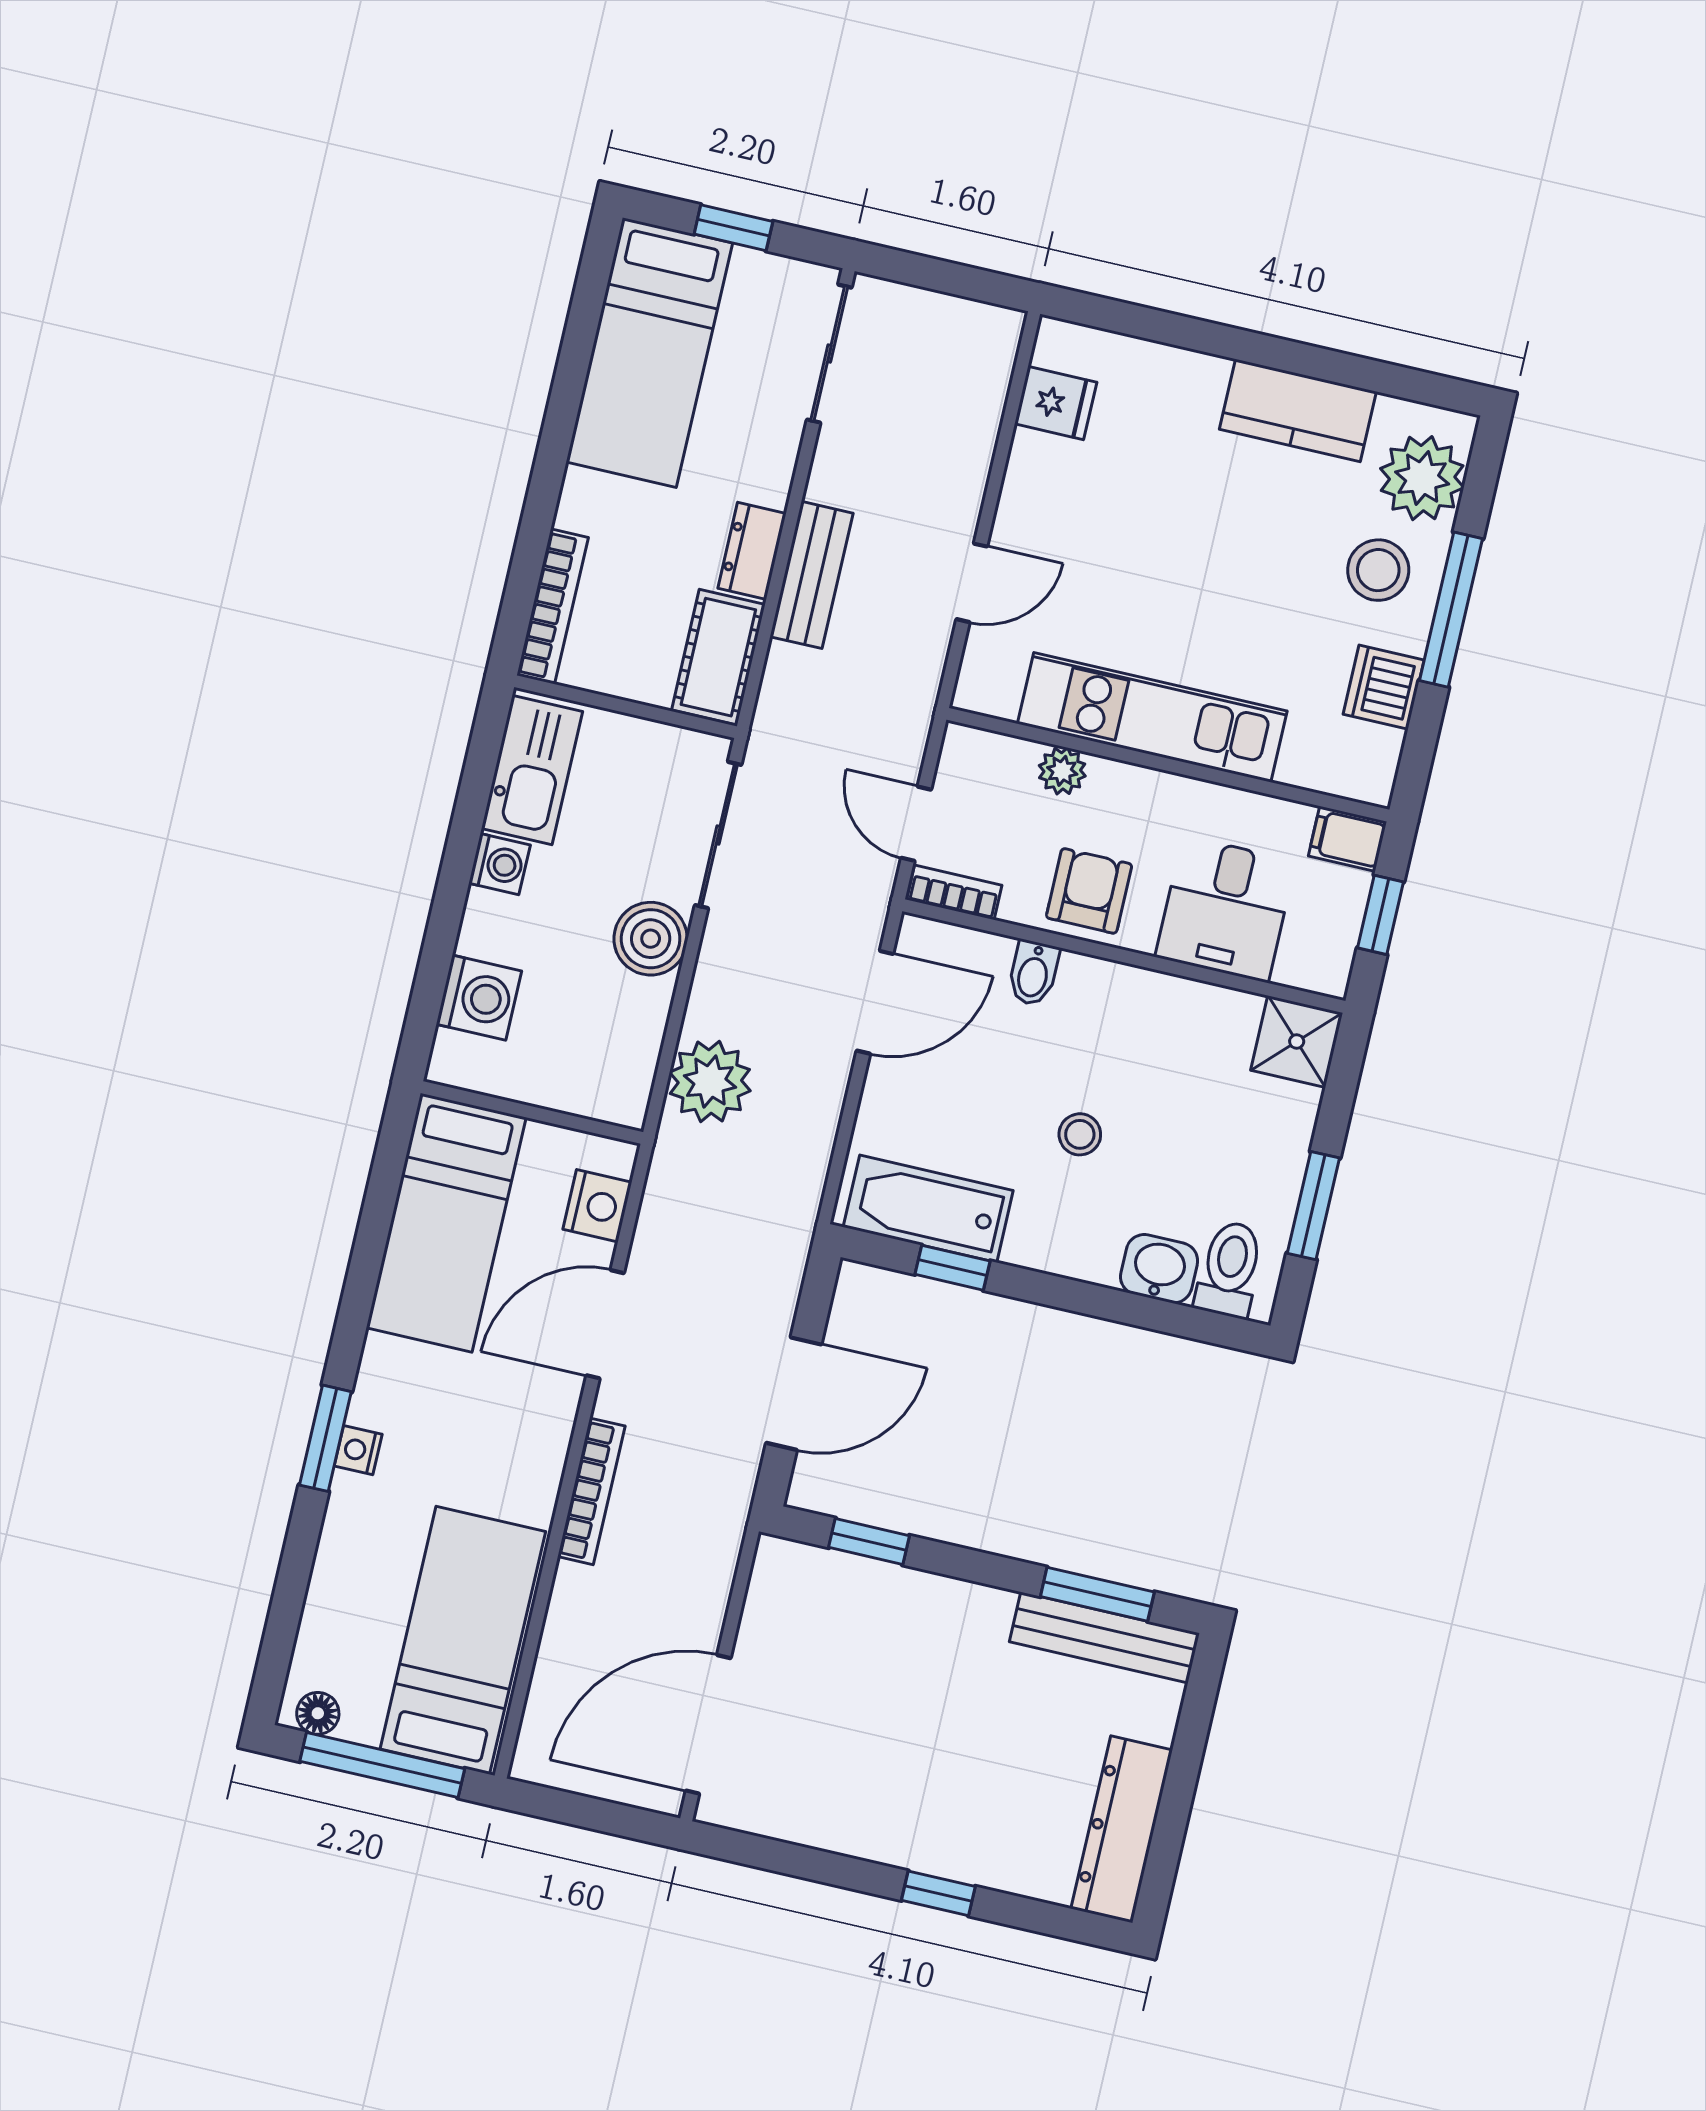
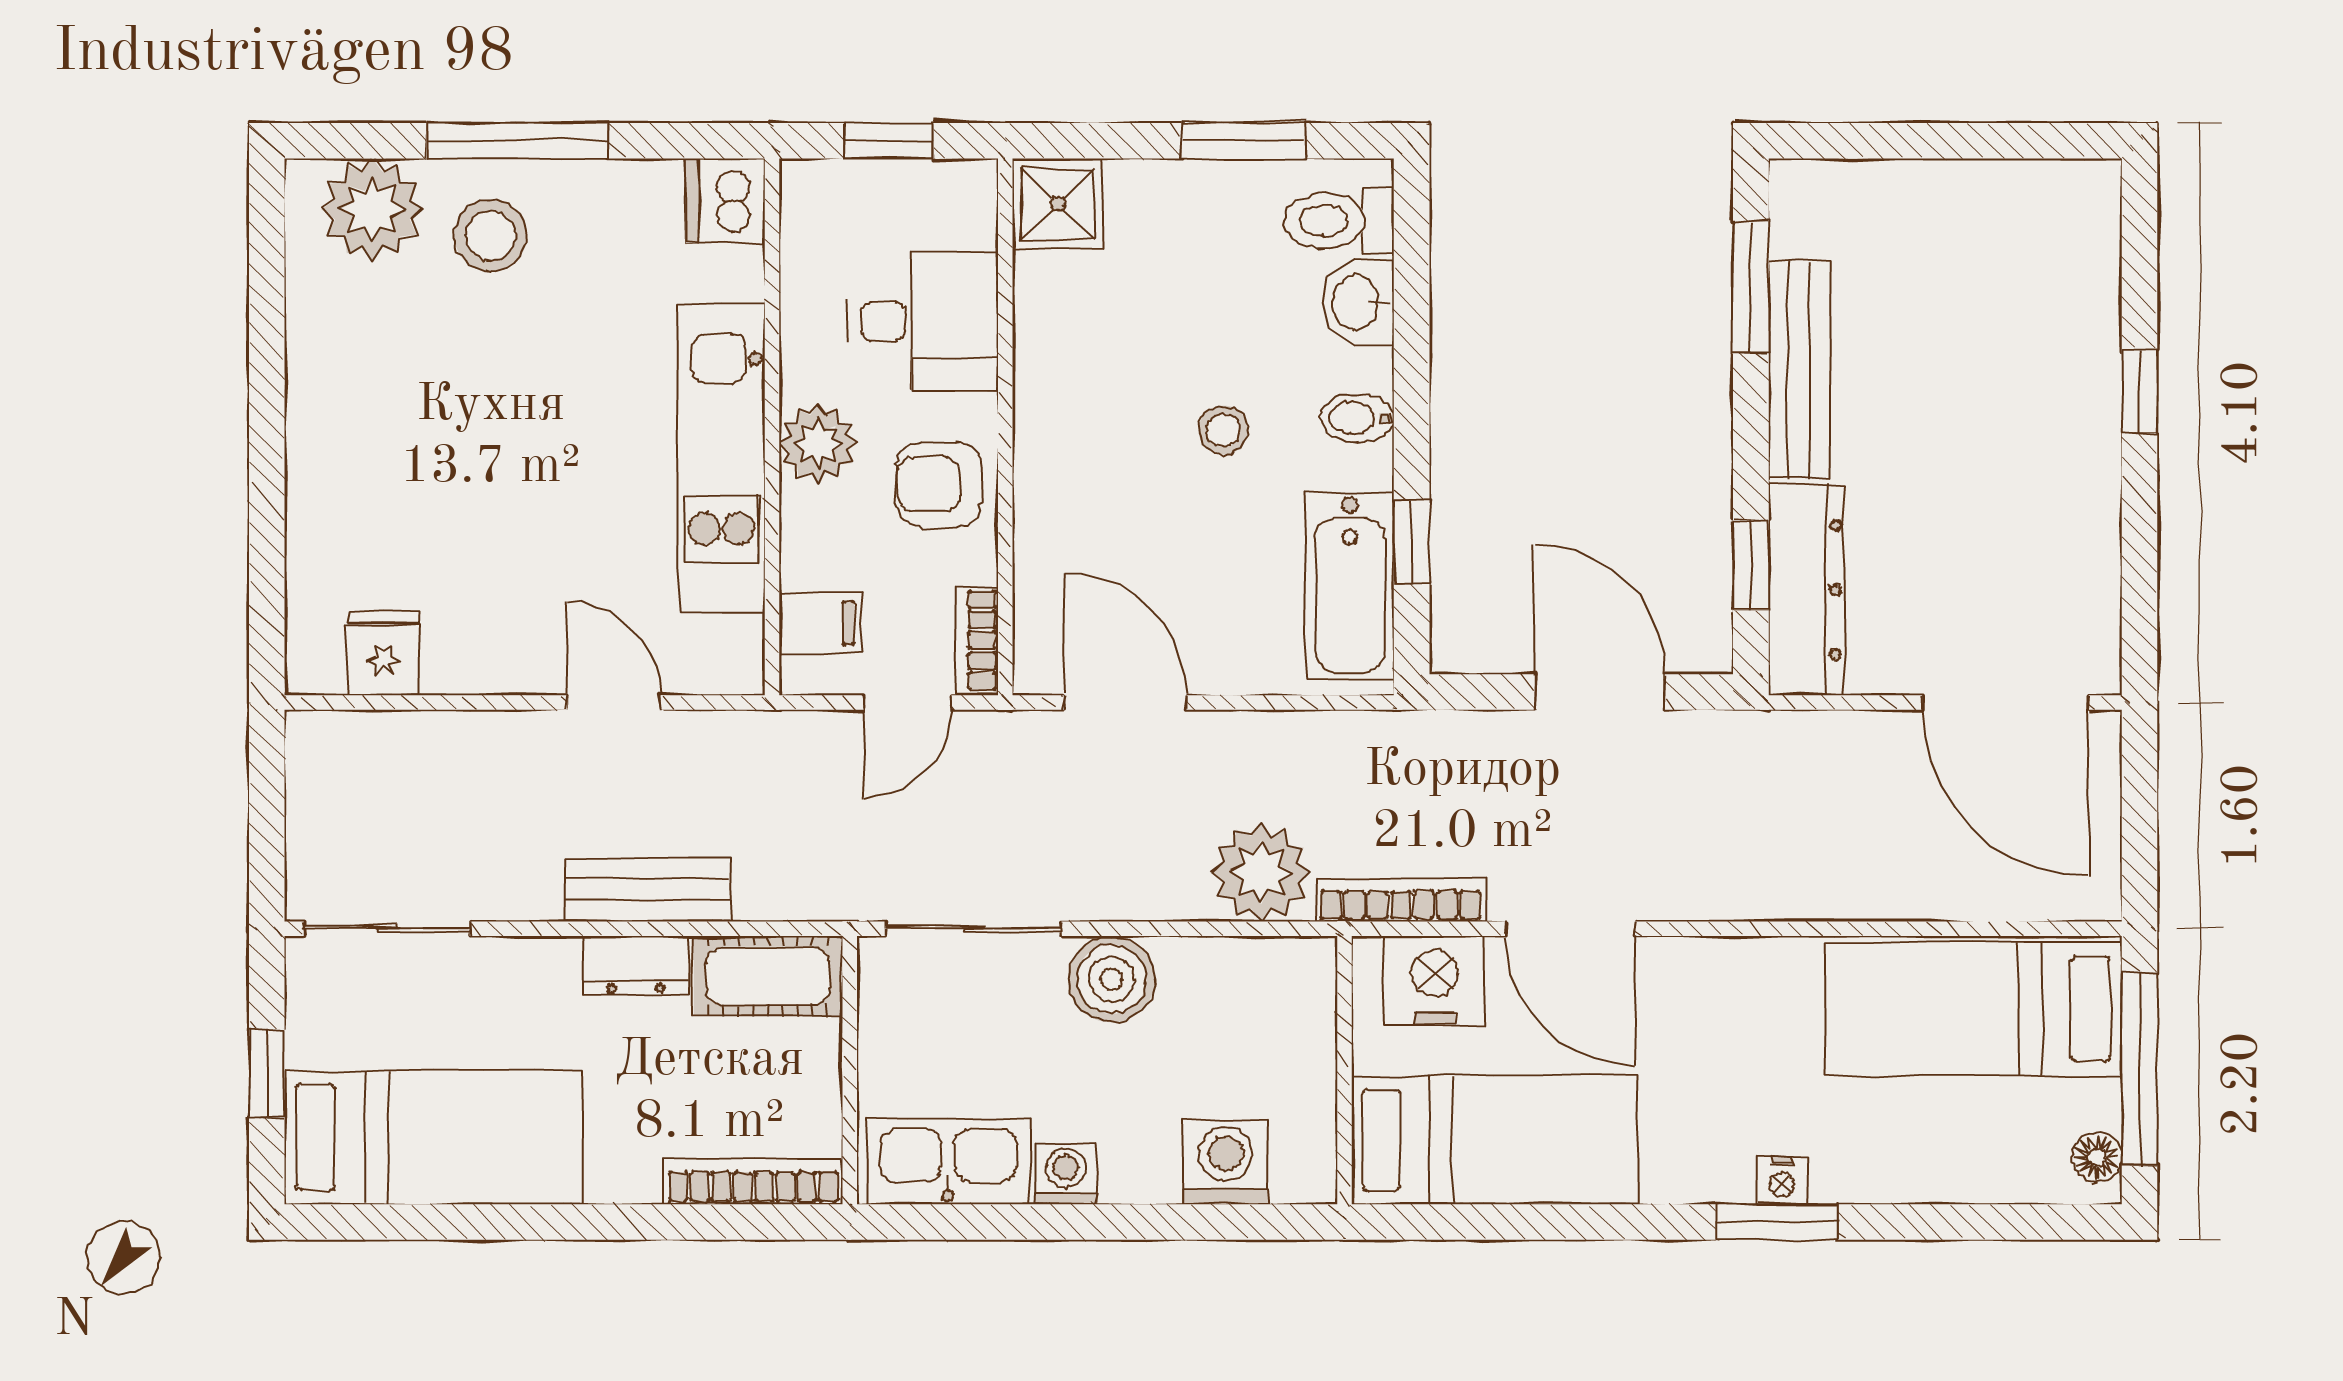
kitchen counter: (1298, 410) -> (327, 371), removed
dishwasher: (1384, 687) -> (725, 201), moved, turned 90
plant: (1062, 771) -> (818, 444), moved, width x1.38, depth x1.38
filing cabinet: (1348, 839) -> (820, 623), moved, turned -90
bidet: (1033, 973) -> (1357, 418), moved, turned 180
nightstand: (597, 1206) -> (1435, 980), width x1.36, depth x1.33
bookcase: (591, 1491) -> (1401, 900), moved
bench: (1104, 1637) -> (1799, 370), moved
dresser: (1122, 1829) -> (1806, 590), moved, turned -90

